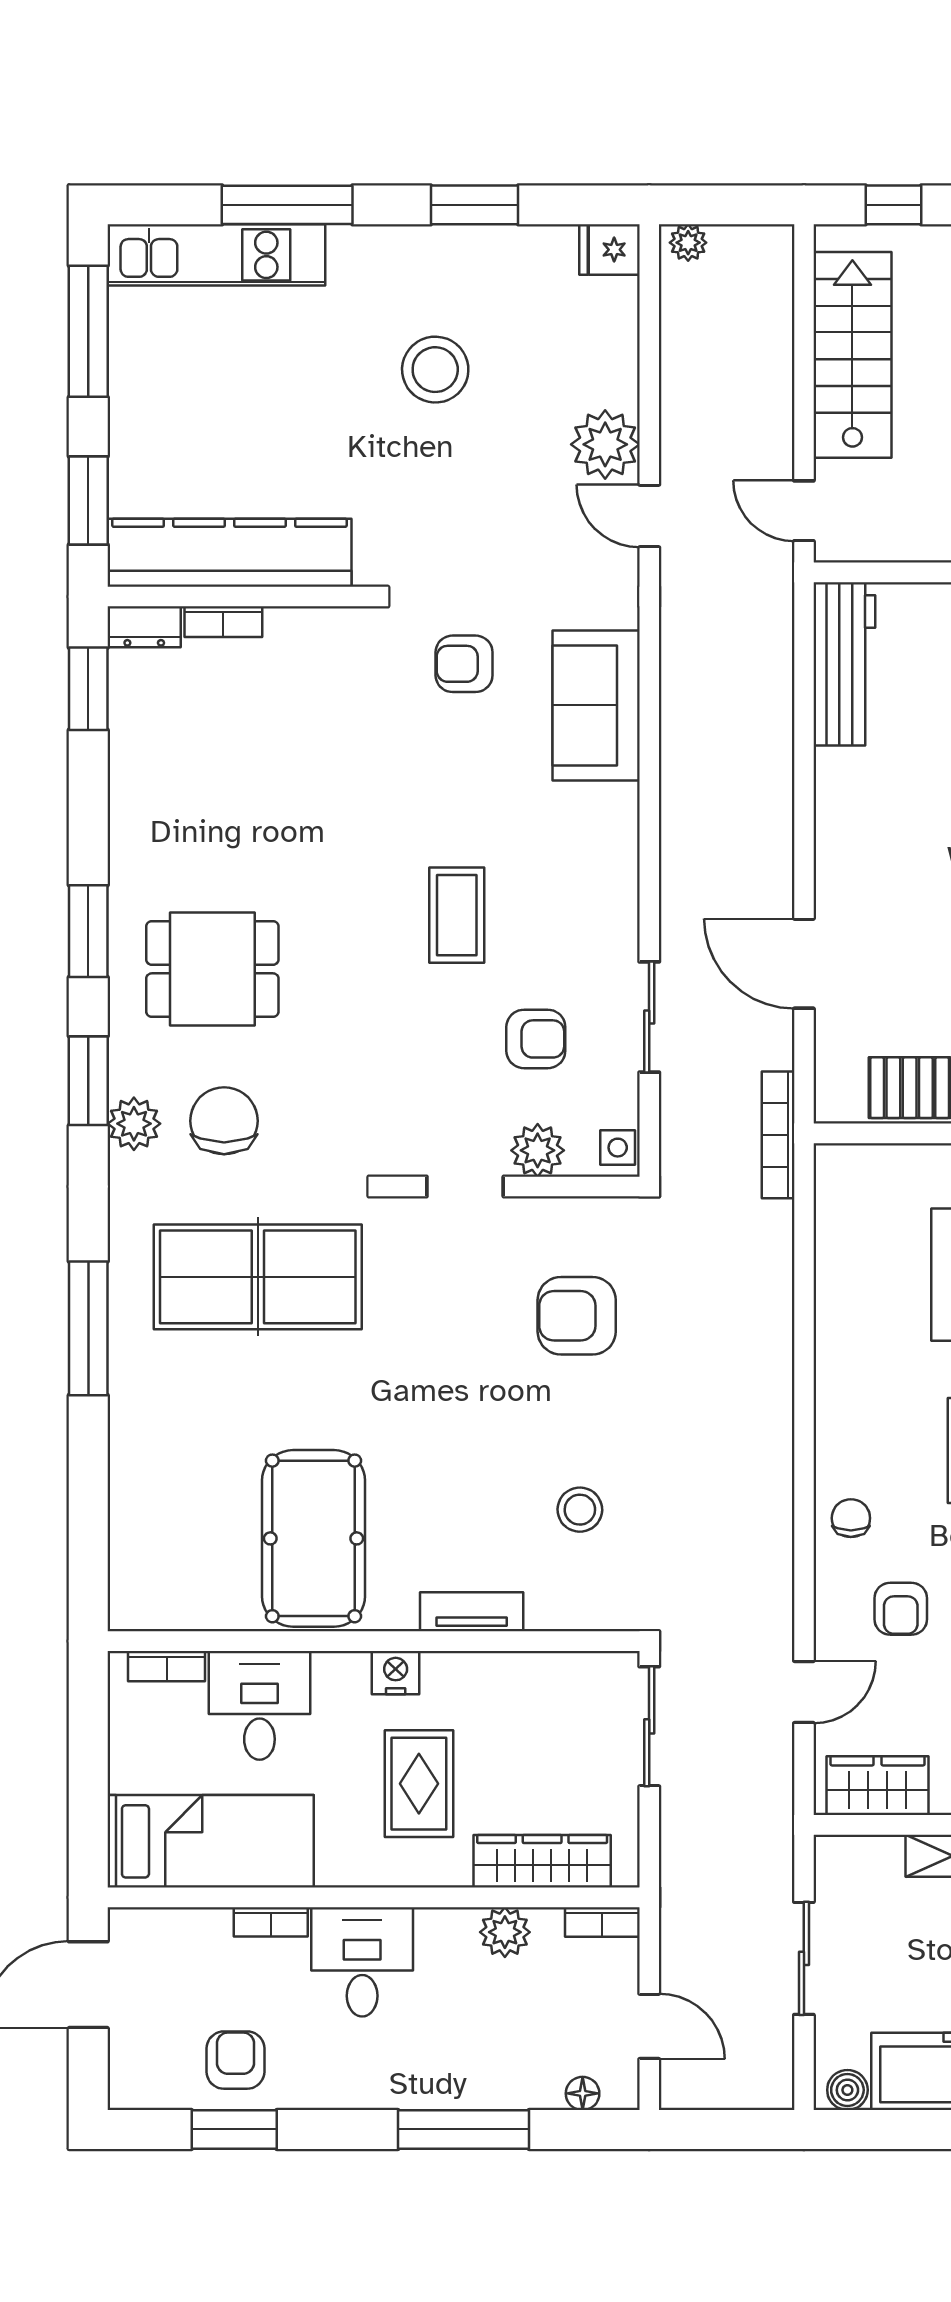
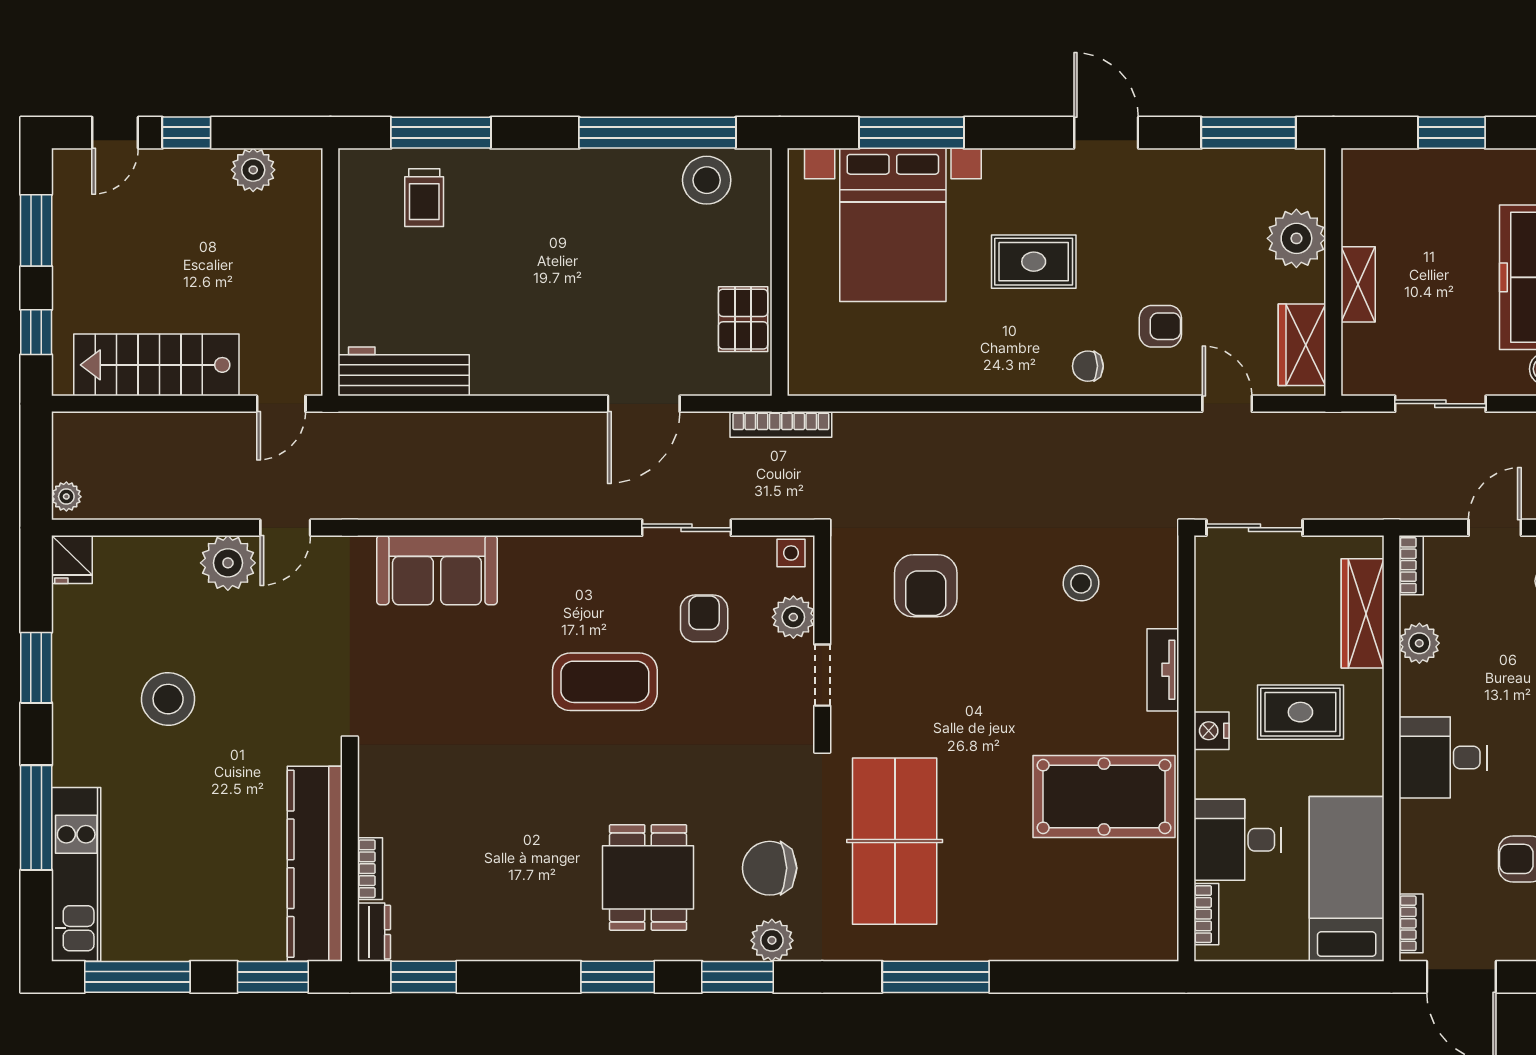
armchair: (464, 664) -> (404, 676), removed
coffee table: (457, 915) -> (605, 682), width x1.36, depth x1.32
bookcase: (271, 1922) -> (1411, 923), moved

